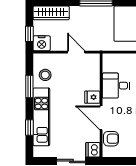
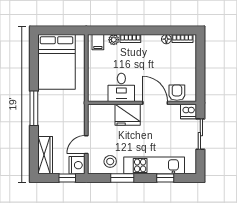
door: (76, 52) -> (86, 145), moved
fridge: (92, 97) -> (128, 115), width x1.88, depth x1.34
door: (101, 118) -> (155, 103), swing flipped

